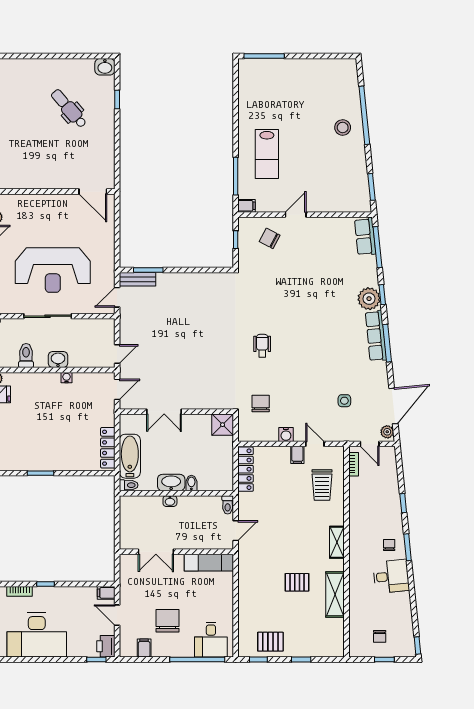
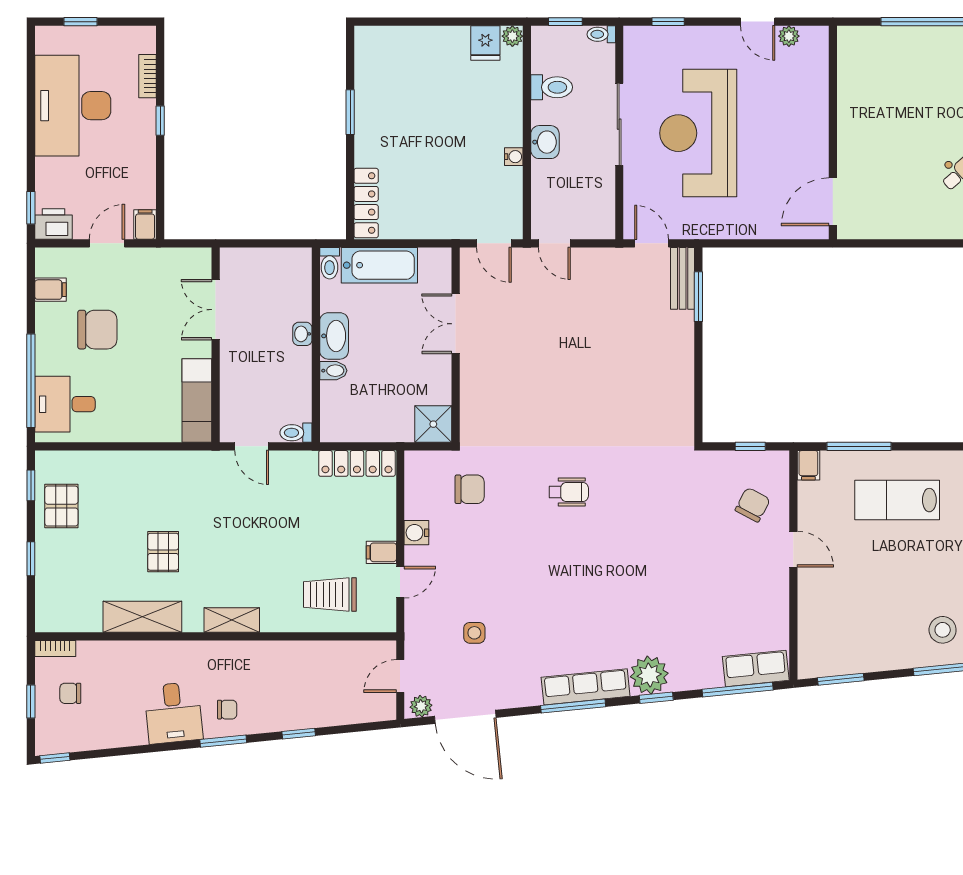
locker: (108, 448) -> (366, 203), moved, turned 90
bookcase: (354, 464) -> (55, 648), moved

